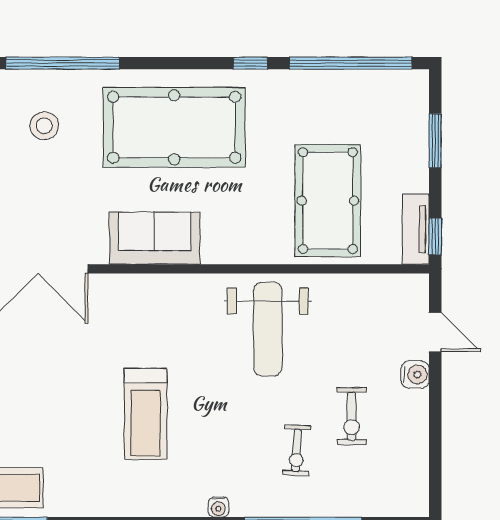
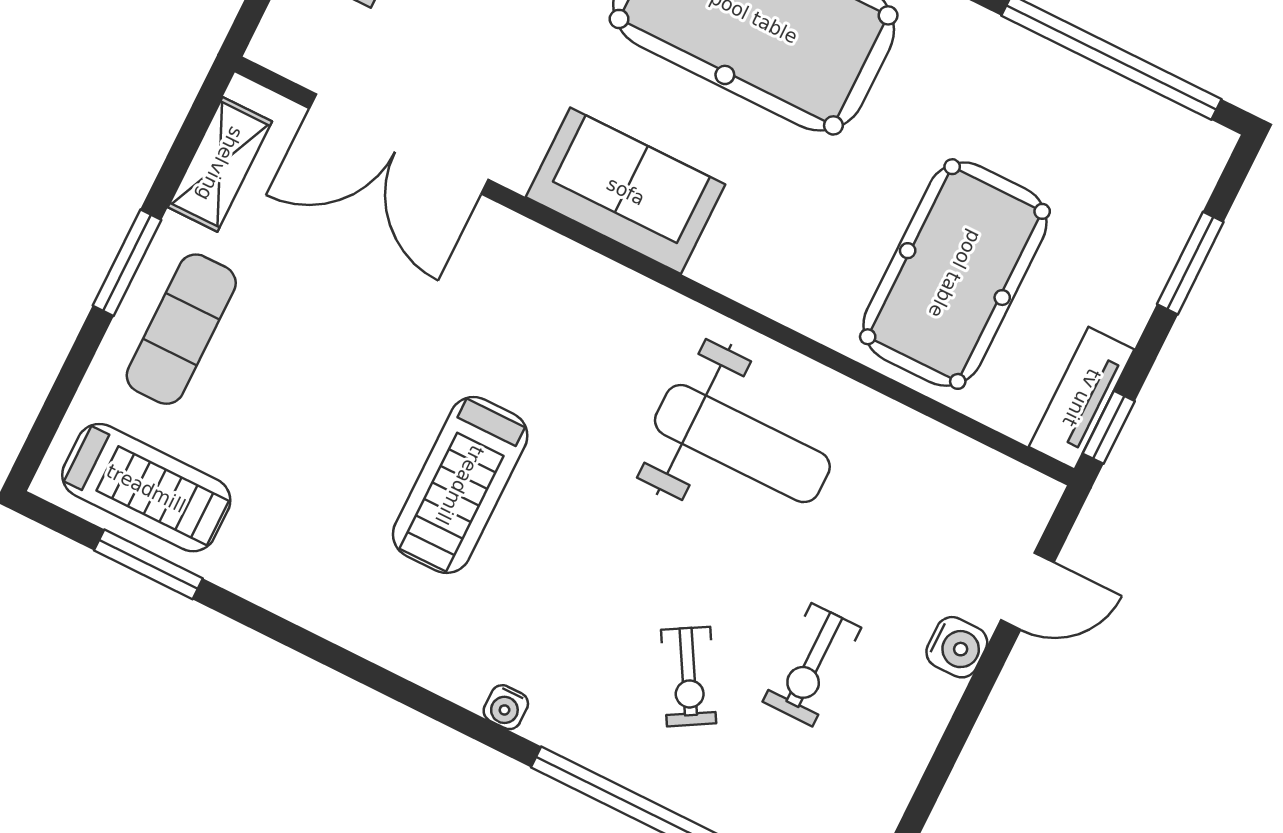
weight bench: (268, 329) -> (742, 444), turned -90
door: (435, 332) -> (1027, 591), hinge flipped
exercise bike: (297, 450) -> (689, 677), turned -33

